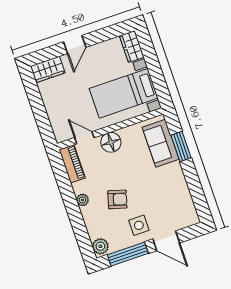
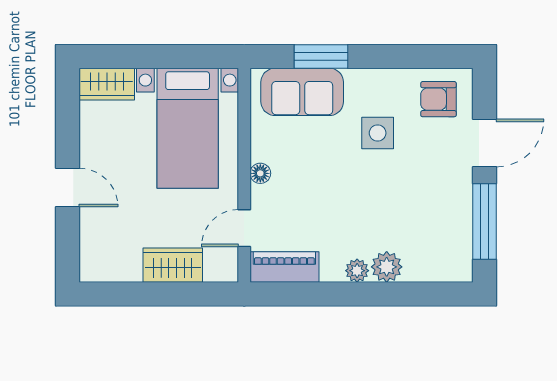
wardrobe: (48, 70) -> (173, 265), moved, turned -90
floor lamp: (111, 142) -> (260, 173), width x0.53, depth x0.53
armchair: (117, 199) -> (438, 99), moved, turned -106
side table: (139, 225) -> (378, 133), moved
plant: (100, 246) -> (387, 267), moved

